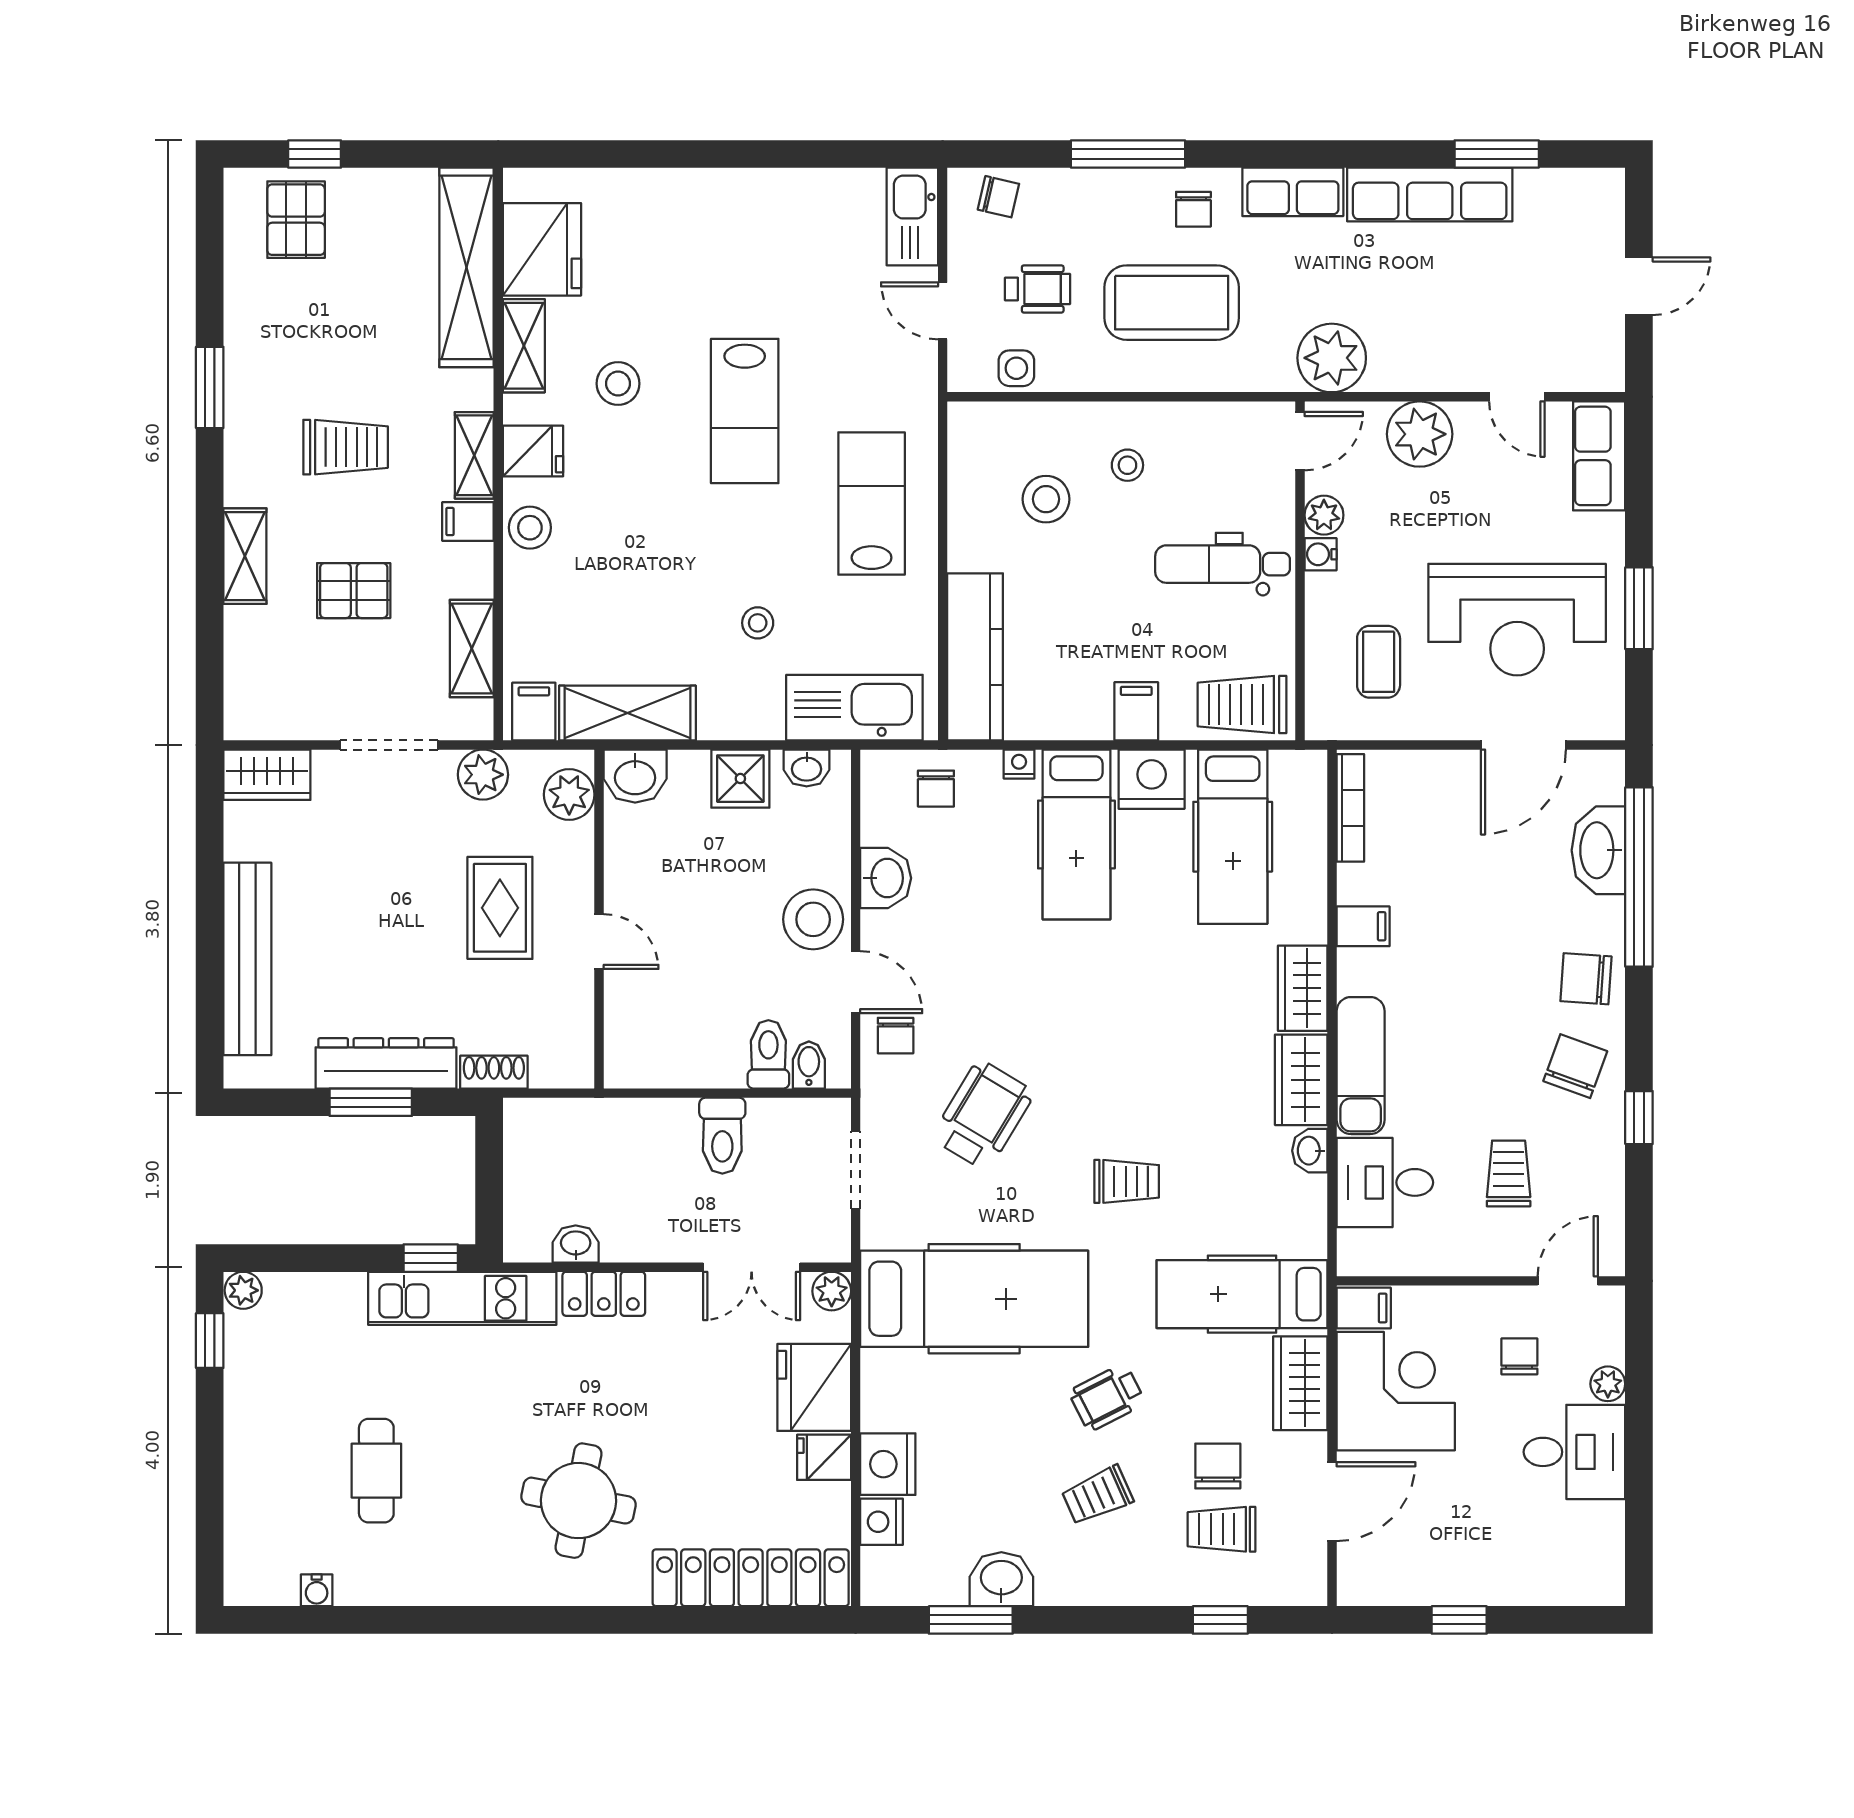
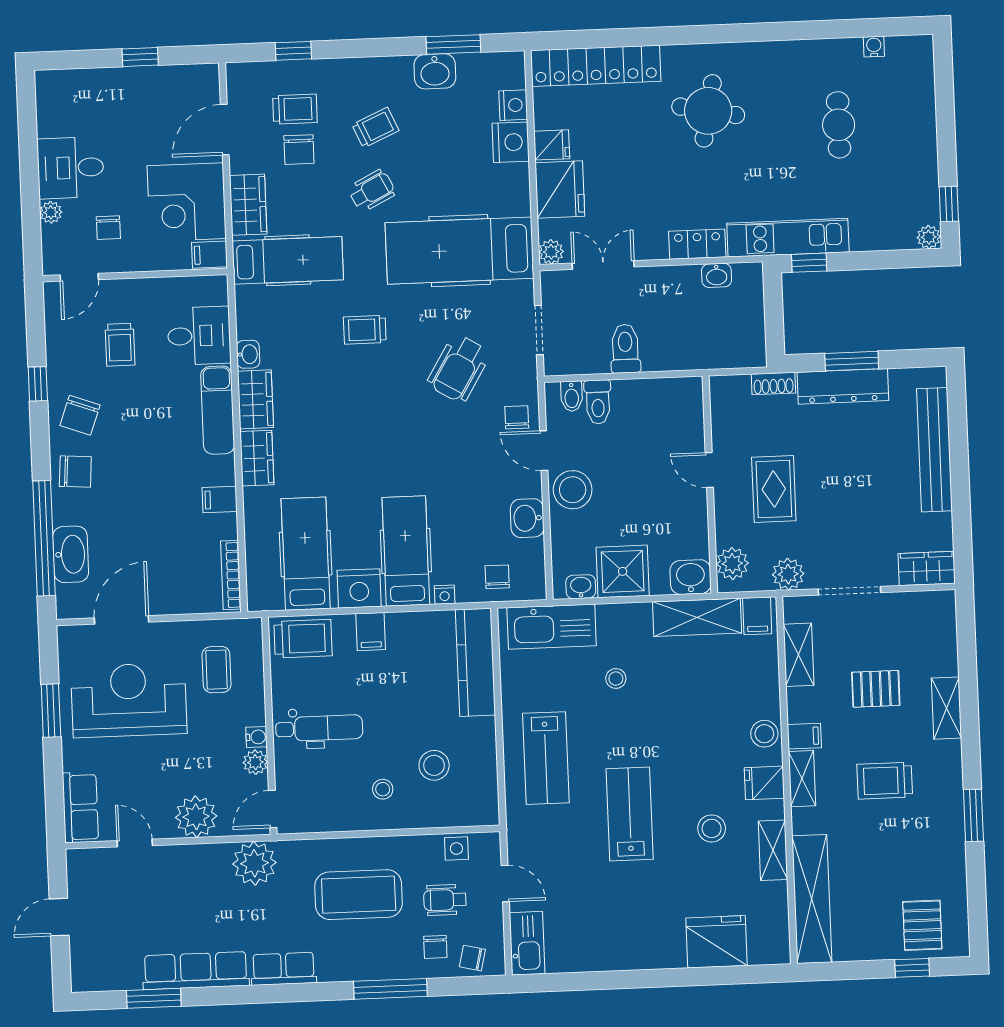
chair: (1193, 209) -> (435, 947), moved, turned 180
fridge: (542, 249) -> (716, 942), moved, turned 90
shower: (740, 779) -> (623, 571), width x1.36, depth x1.36

